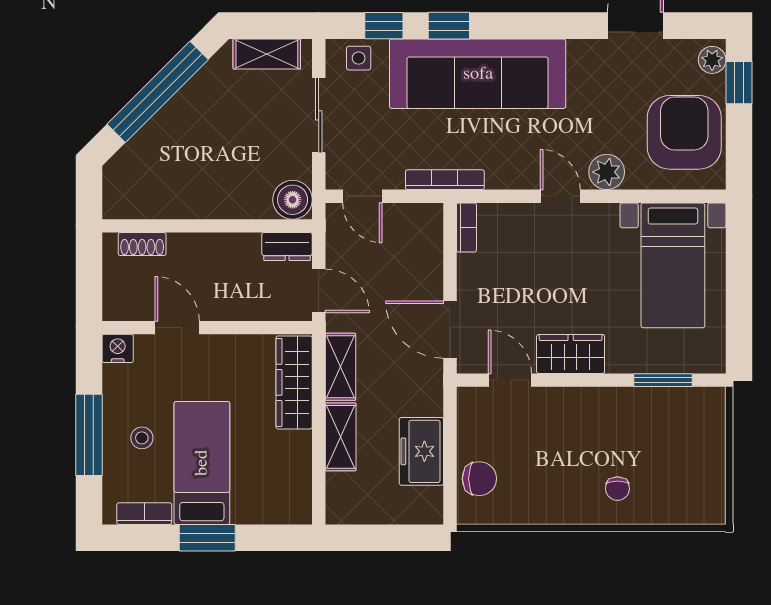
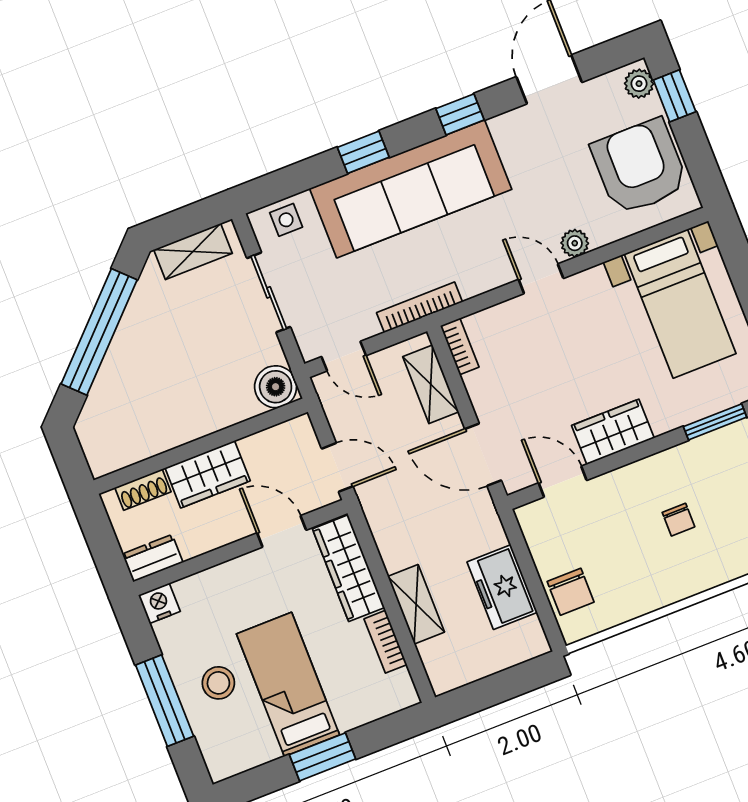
window: (384, 26) -> (460, 114), moved
plant: (607, 172) -> (575, 243), width x0.73, depth x0.73
dresser: (287, 247) -> (153, 558), moved, turned 180
wardrobe: (204, 253) -> (208, 474), added
door: (177, 328) -> (282, 531), moved
shelving: (340, 367) -> (431, 384), moved
stool: (142, 438) -> (218, 683), width x1.37, depth x1.37
chair: (479, 479) -> (571, 592), turned 90
chair: (617, 489) -> (678, 520), moved
bookcase: (144, 514) -> (385, 642), moved, turned -90

